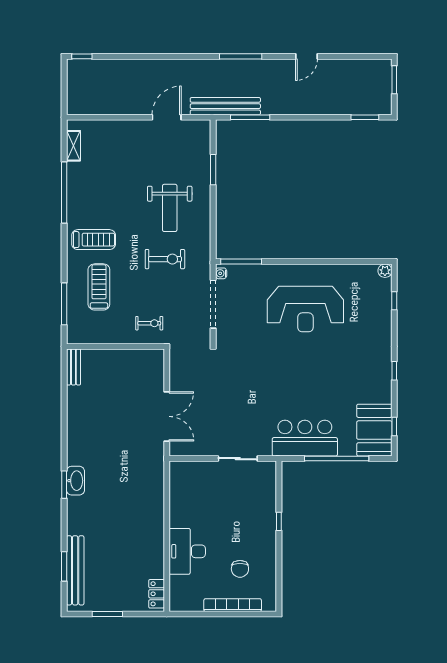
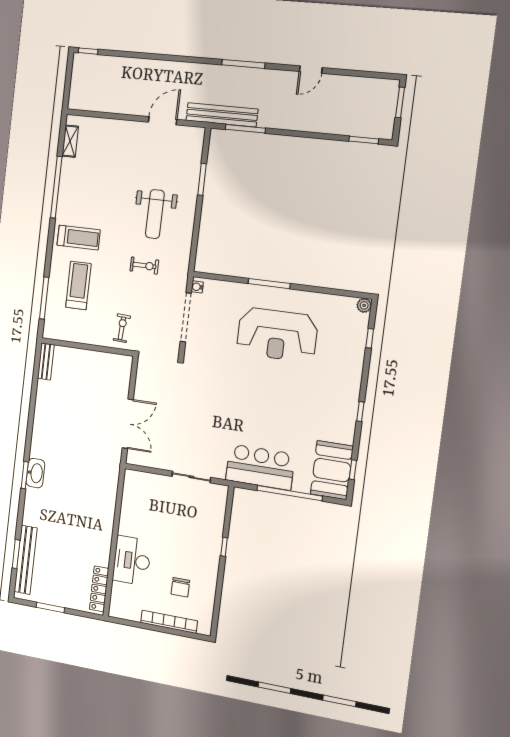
exercise bike: (165, 259) -> (144, 266), width x0.73, depth x0.72
window: (241, 261) -> (269, 284), moved
exercise bike: (149, 323) -> (122, 328), turned -87
locker: (157, 594) -> (99, 589), width x1.53

